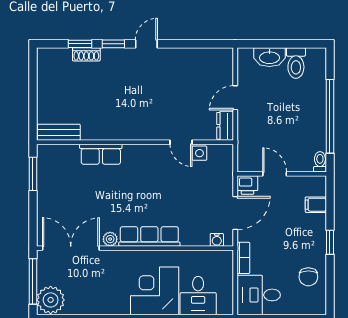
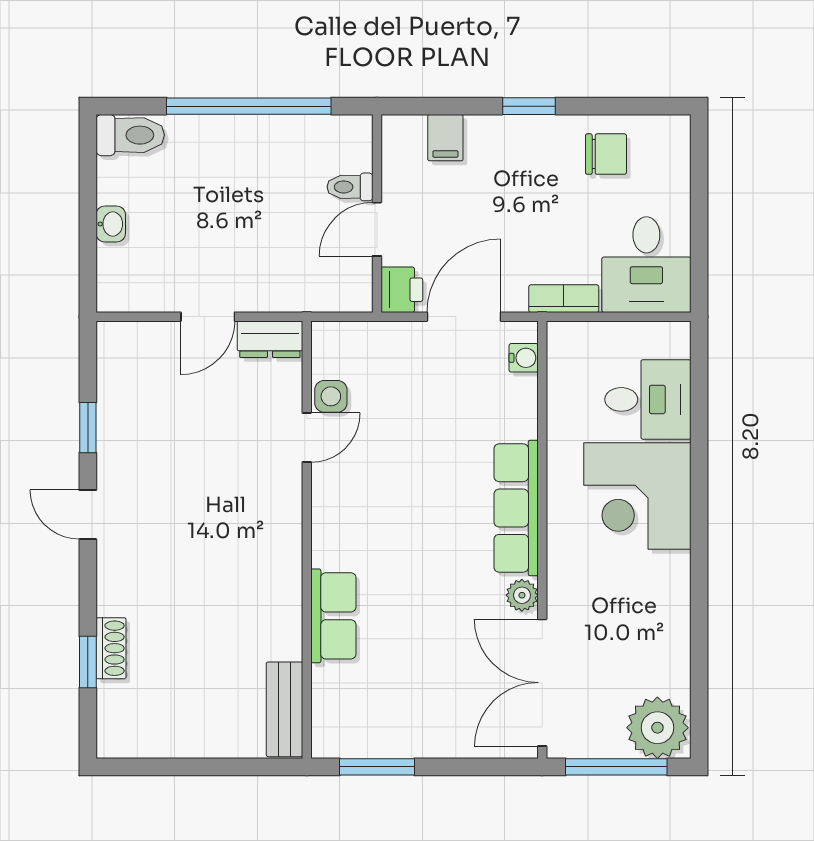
window: (113, 44) -> (88, 428), moved
washbasin: (270, 57) -> (111, 224), width x0.52, depth x0.69
toilet: (296, 63) -> (130, 135), moved
door: (235, 98) -> (208, 317), hinge flipped
toilet: (320, 162) -> (350, 187), moved
door: (235, 213) -> (464, 317), hinge flipped

